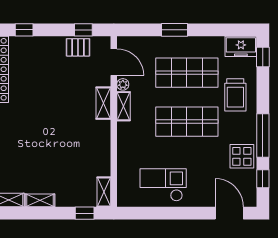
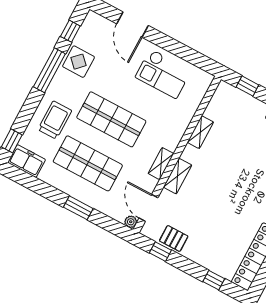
plant: (123, 84) -> (131, 222), moved
shelving: (104, 192) -> (200, 132), moved
door: (229, 213) -> (133, 25), moved

